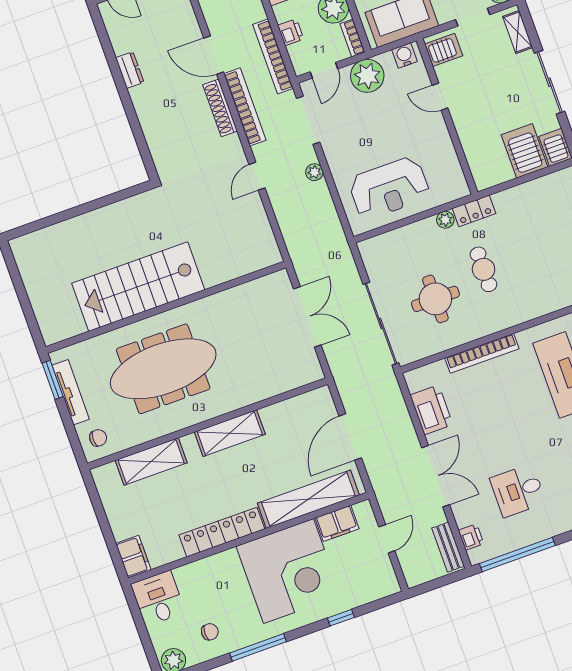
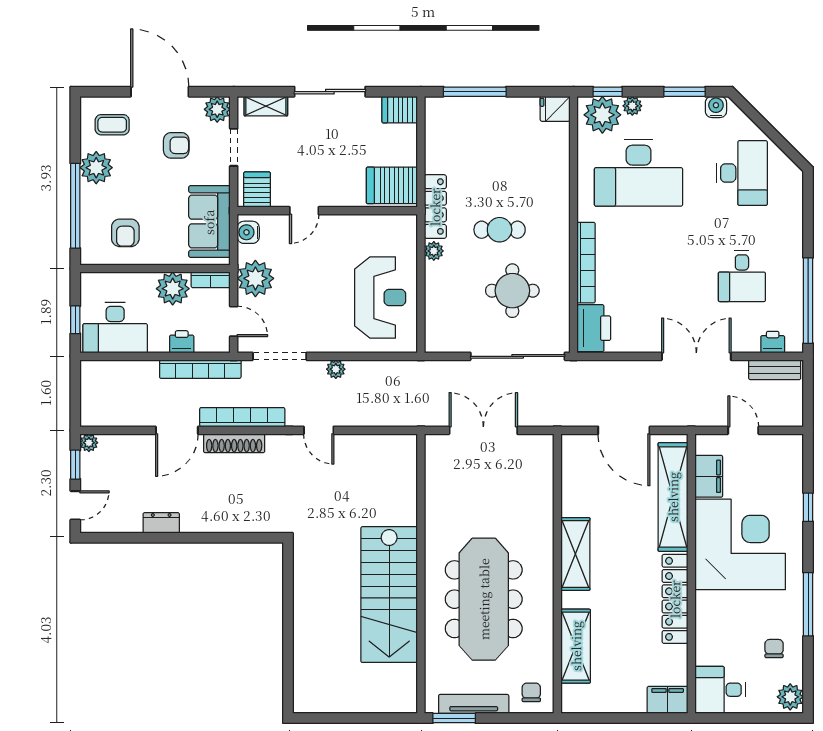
server rack: (525, 151) -> (392, 185), moved
locker: (474, 211) -> (435, 207), width x1.53
printer: (431, 410) -> (594, 328), moved, turned 90

